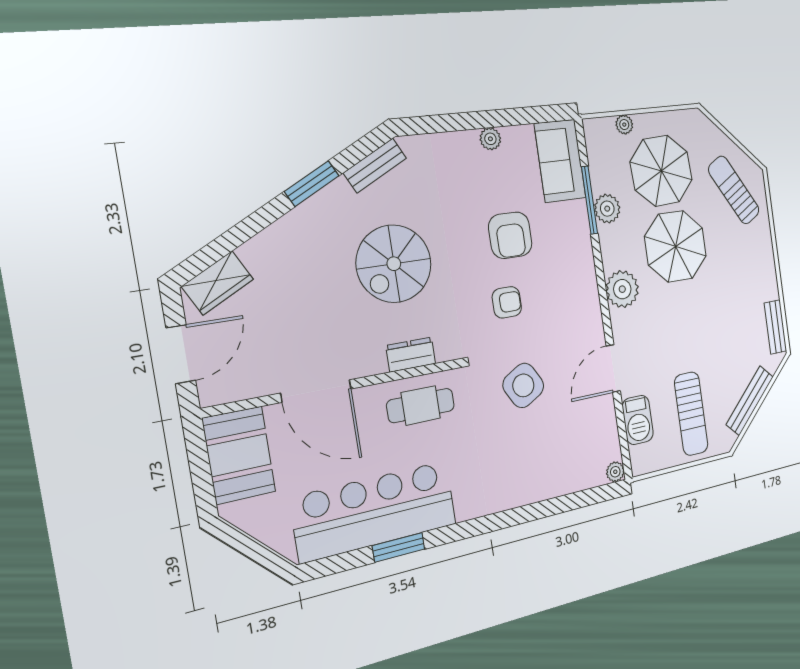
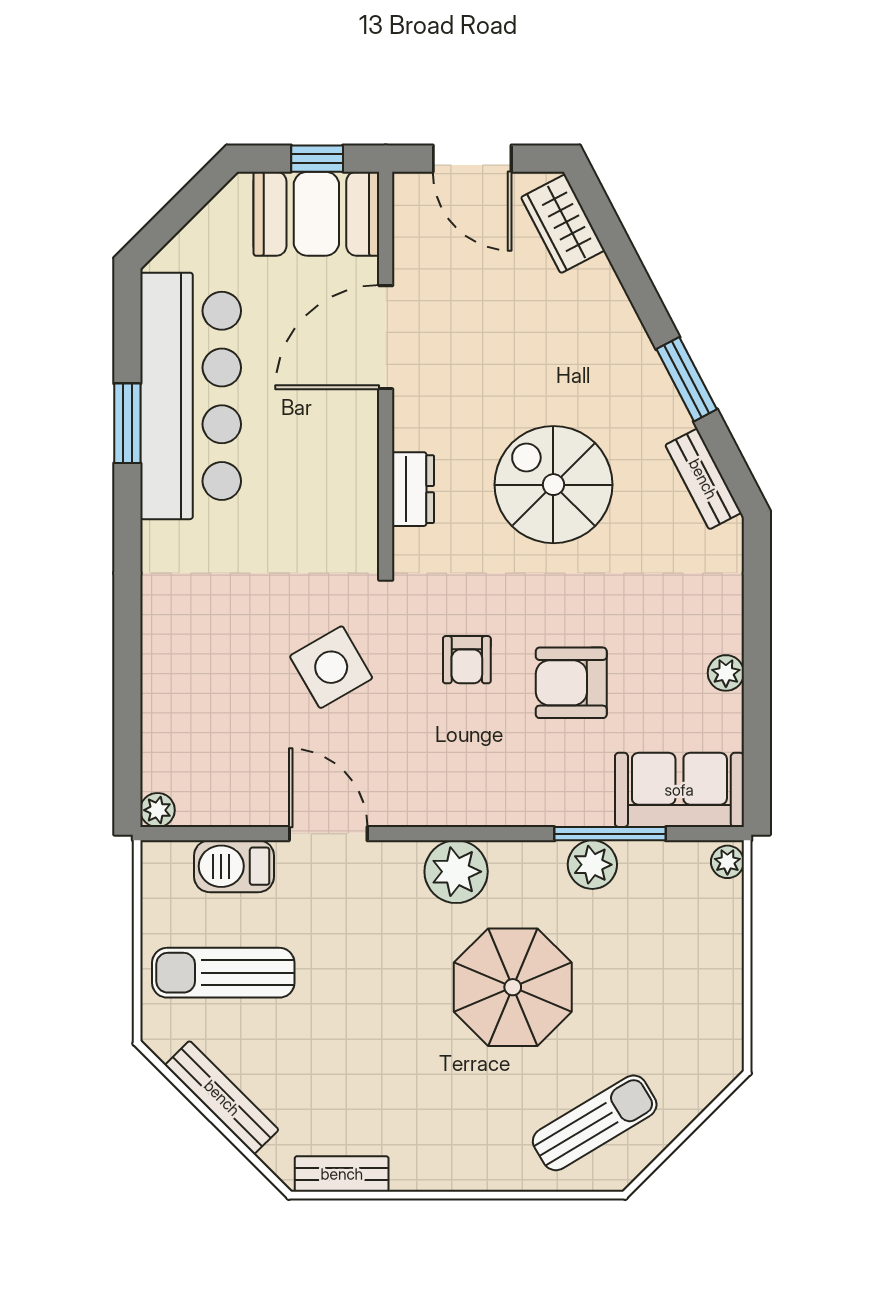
plant: (624, 125) -> (727, 862), moved
parasol: (661, 171) -> (644, 979), removed
cafe table: (421, 405) -> (333, 492), removed
window: (199, 463) -> (317, 159), added

